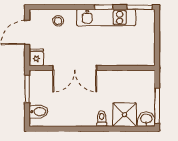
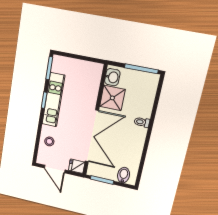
double door: (75, 68) -> (92, 136), width x1.36
shower: (125, 115) -> (112, 98), moved
washbasin: (146, 119) -> (112, 77), moved, turned 180

